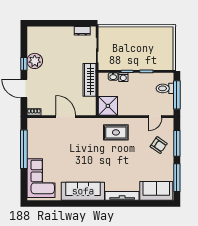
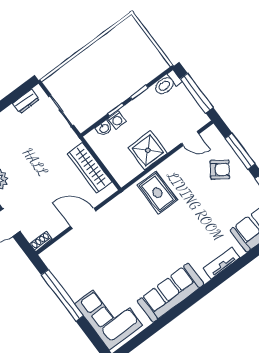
wardrobe: (90, 80) -> (89, 168), moved
toilet: (165, 88) -> (167, 84), moved
shower: (108, 106) -> (148, 150), moved
door: (155, 117) -> (190, 138), hinge flipped
rug: (116, 132) -> (157, 193), turned 90
tv unit: (122, 196) -> (221, 263), width x0.71

